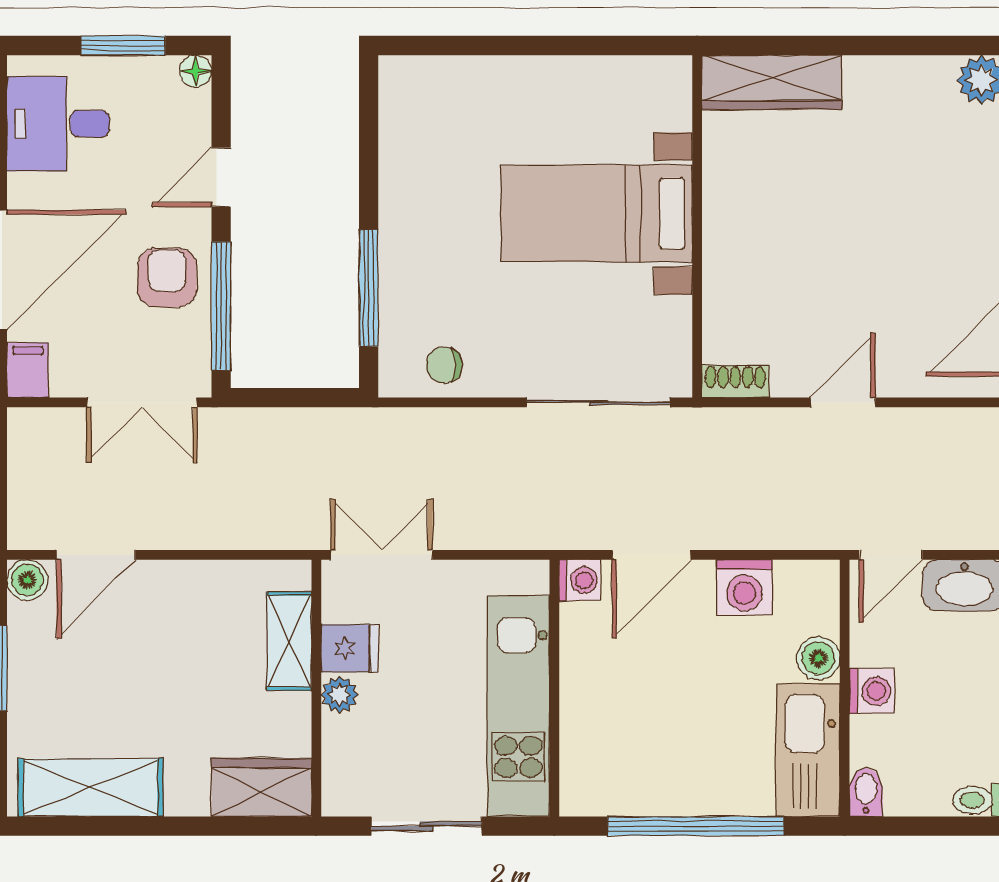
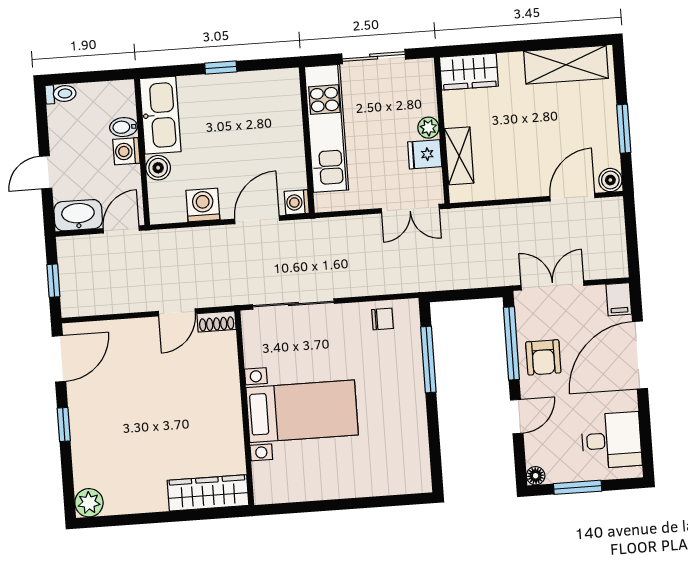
door: (843, 402) -> (177, 312), moved
bidet: (866, 792) -> (124, 127), moved, turned 90
window: (696, 826) -> (221, 67), width x0.32

